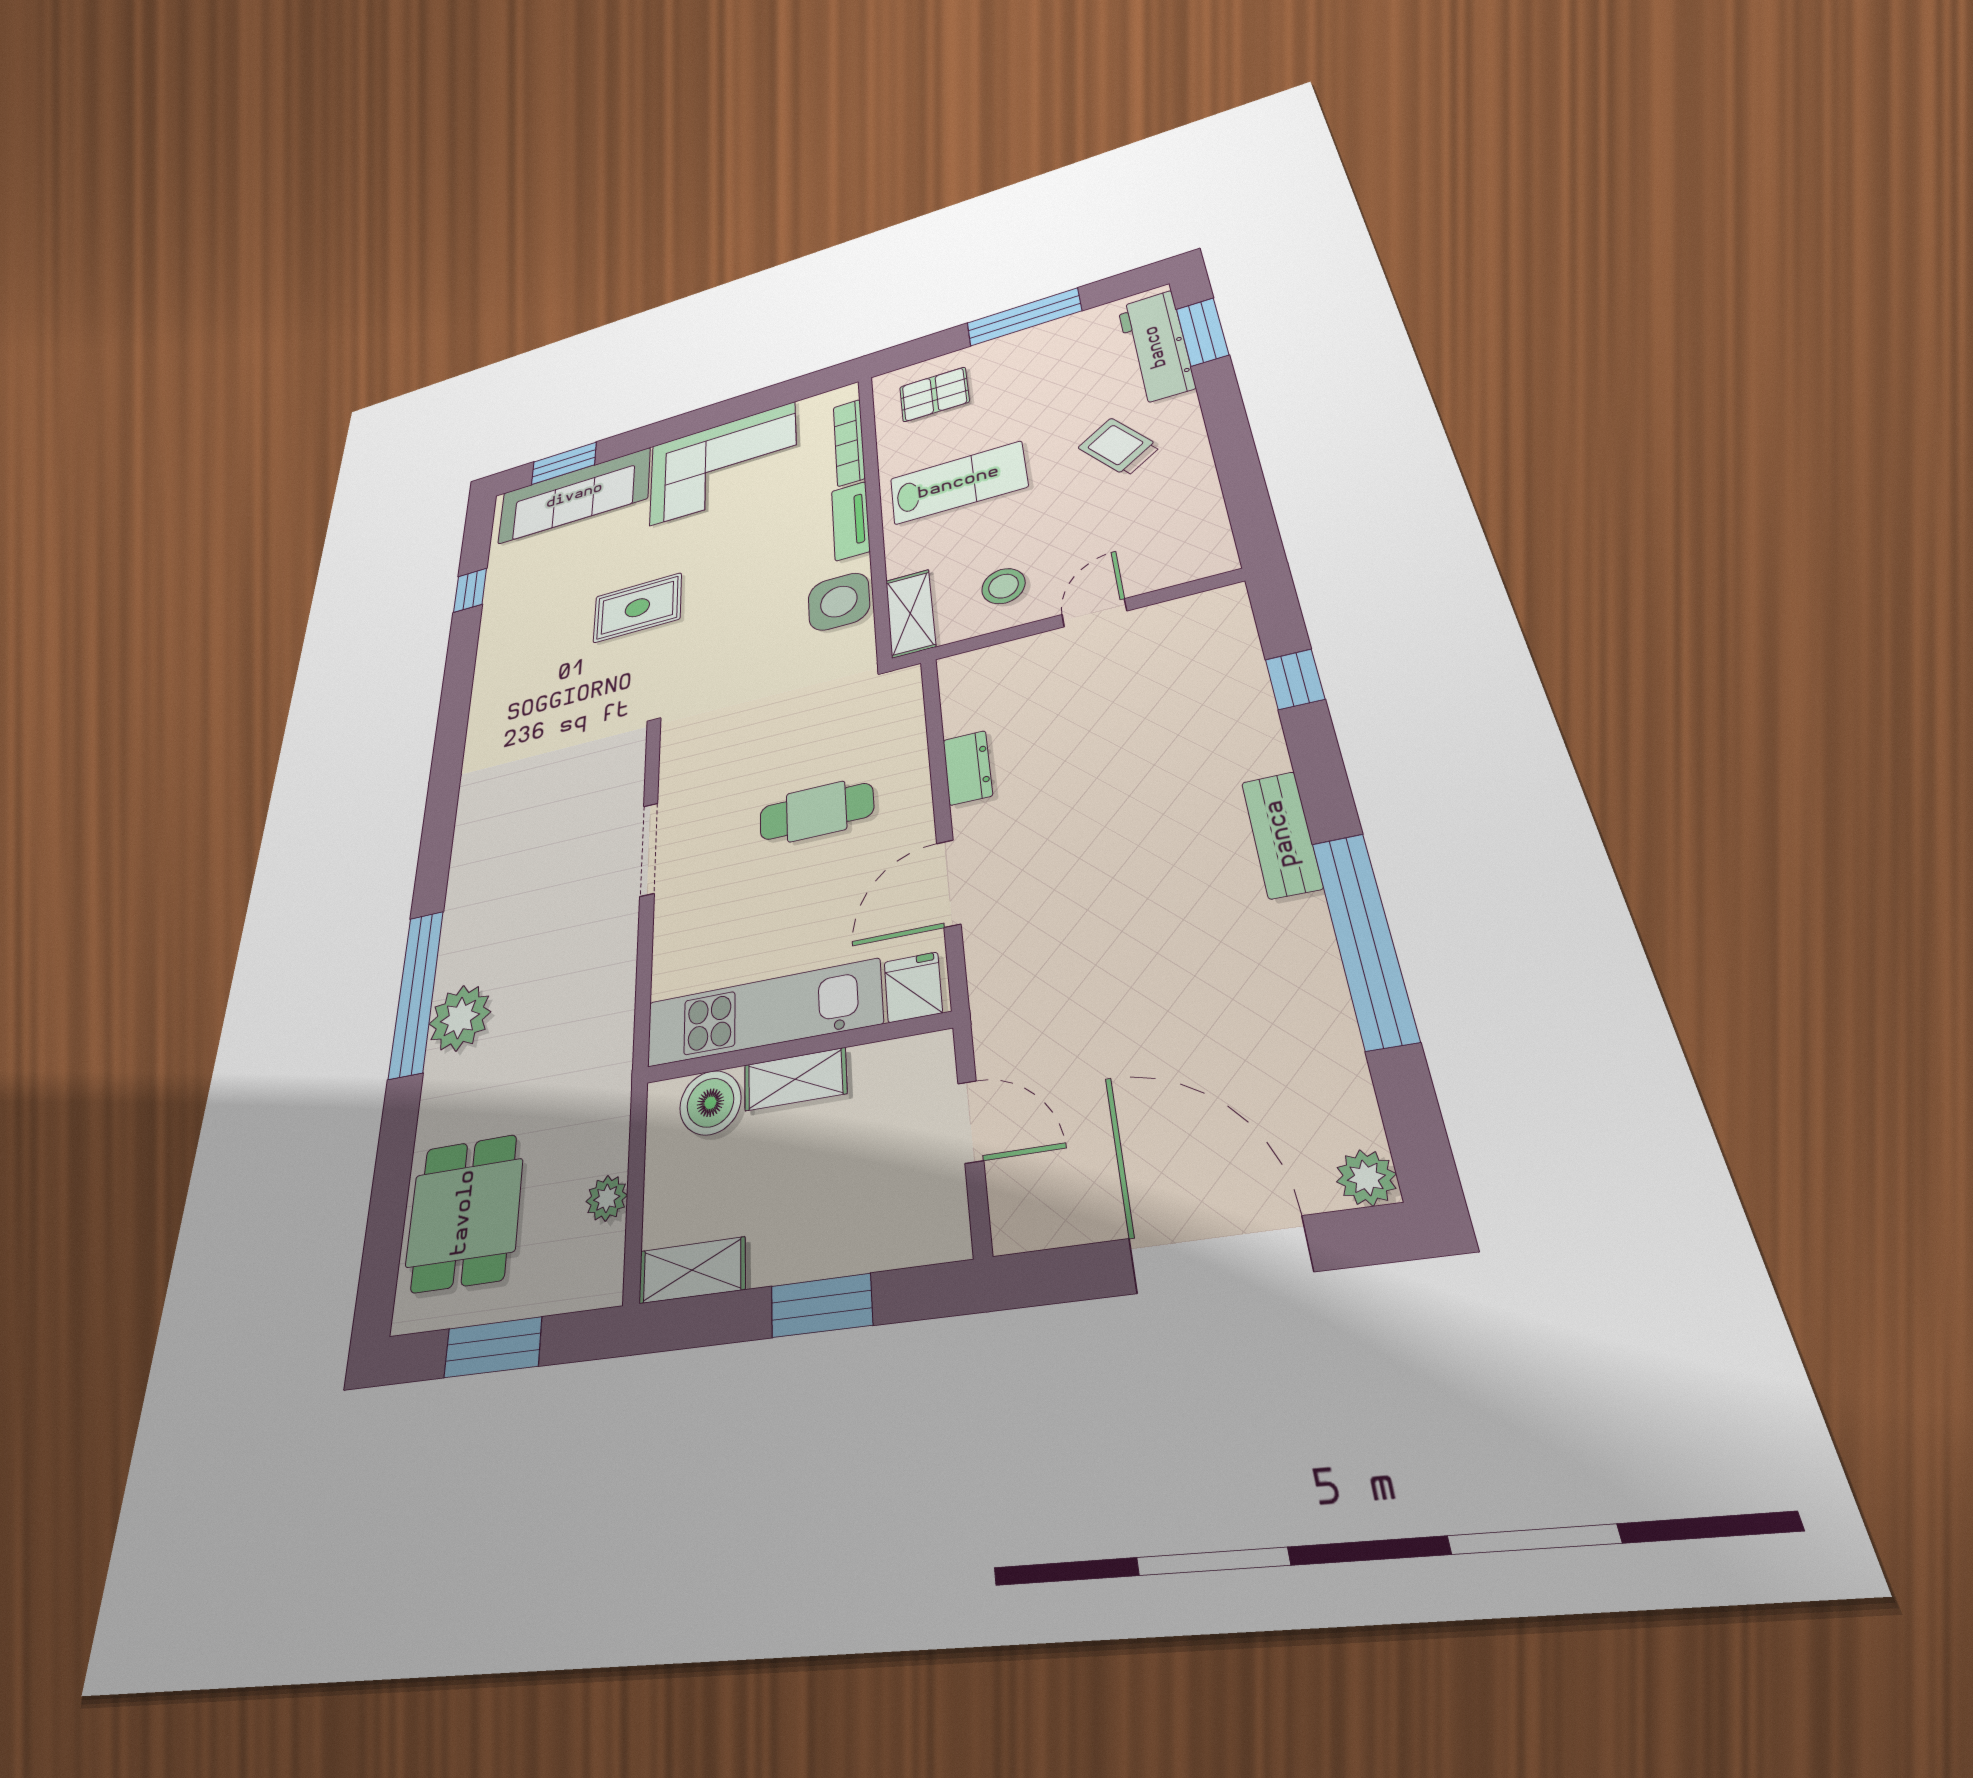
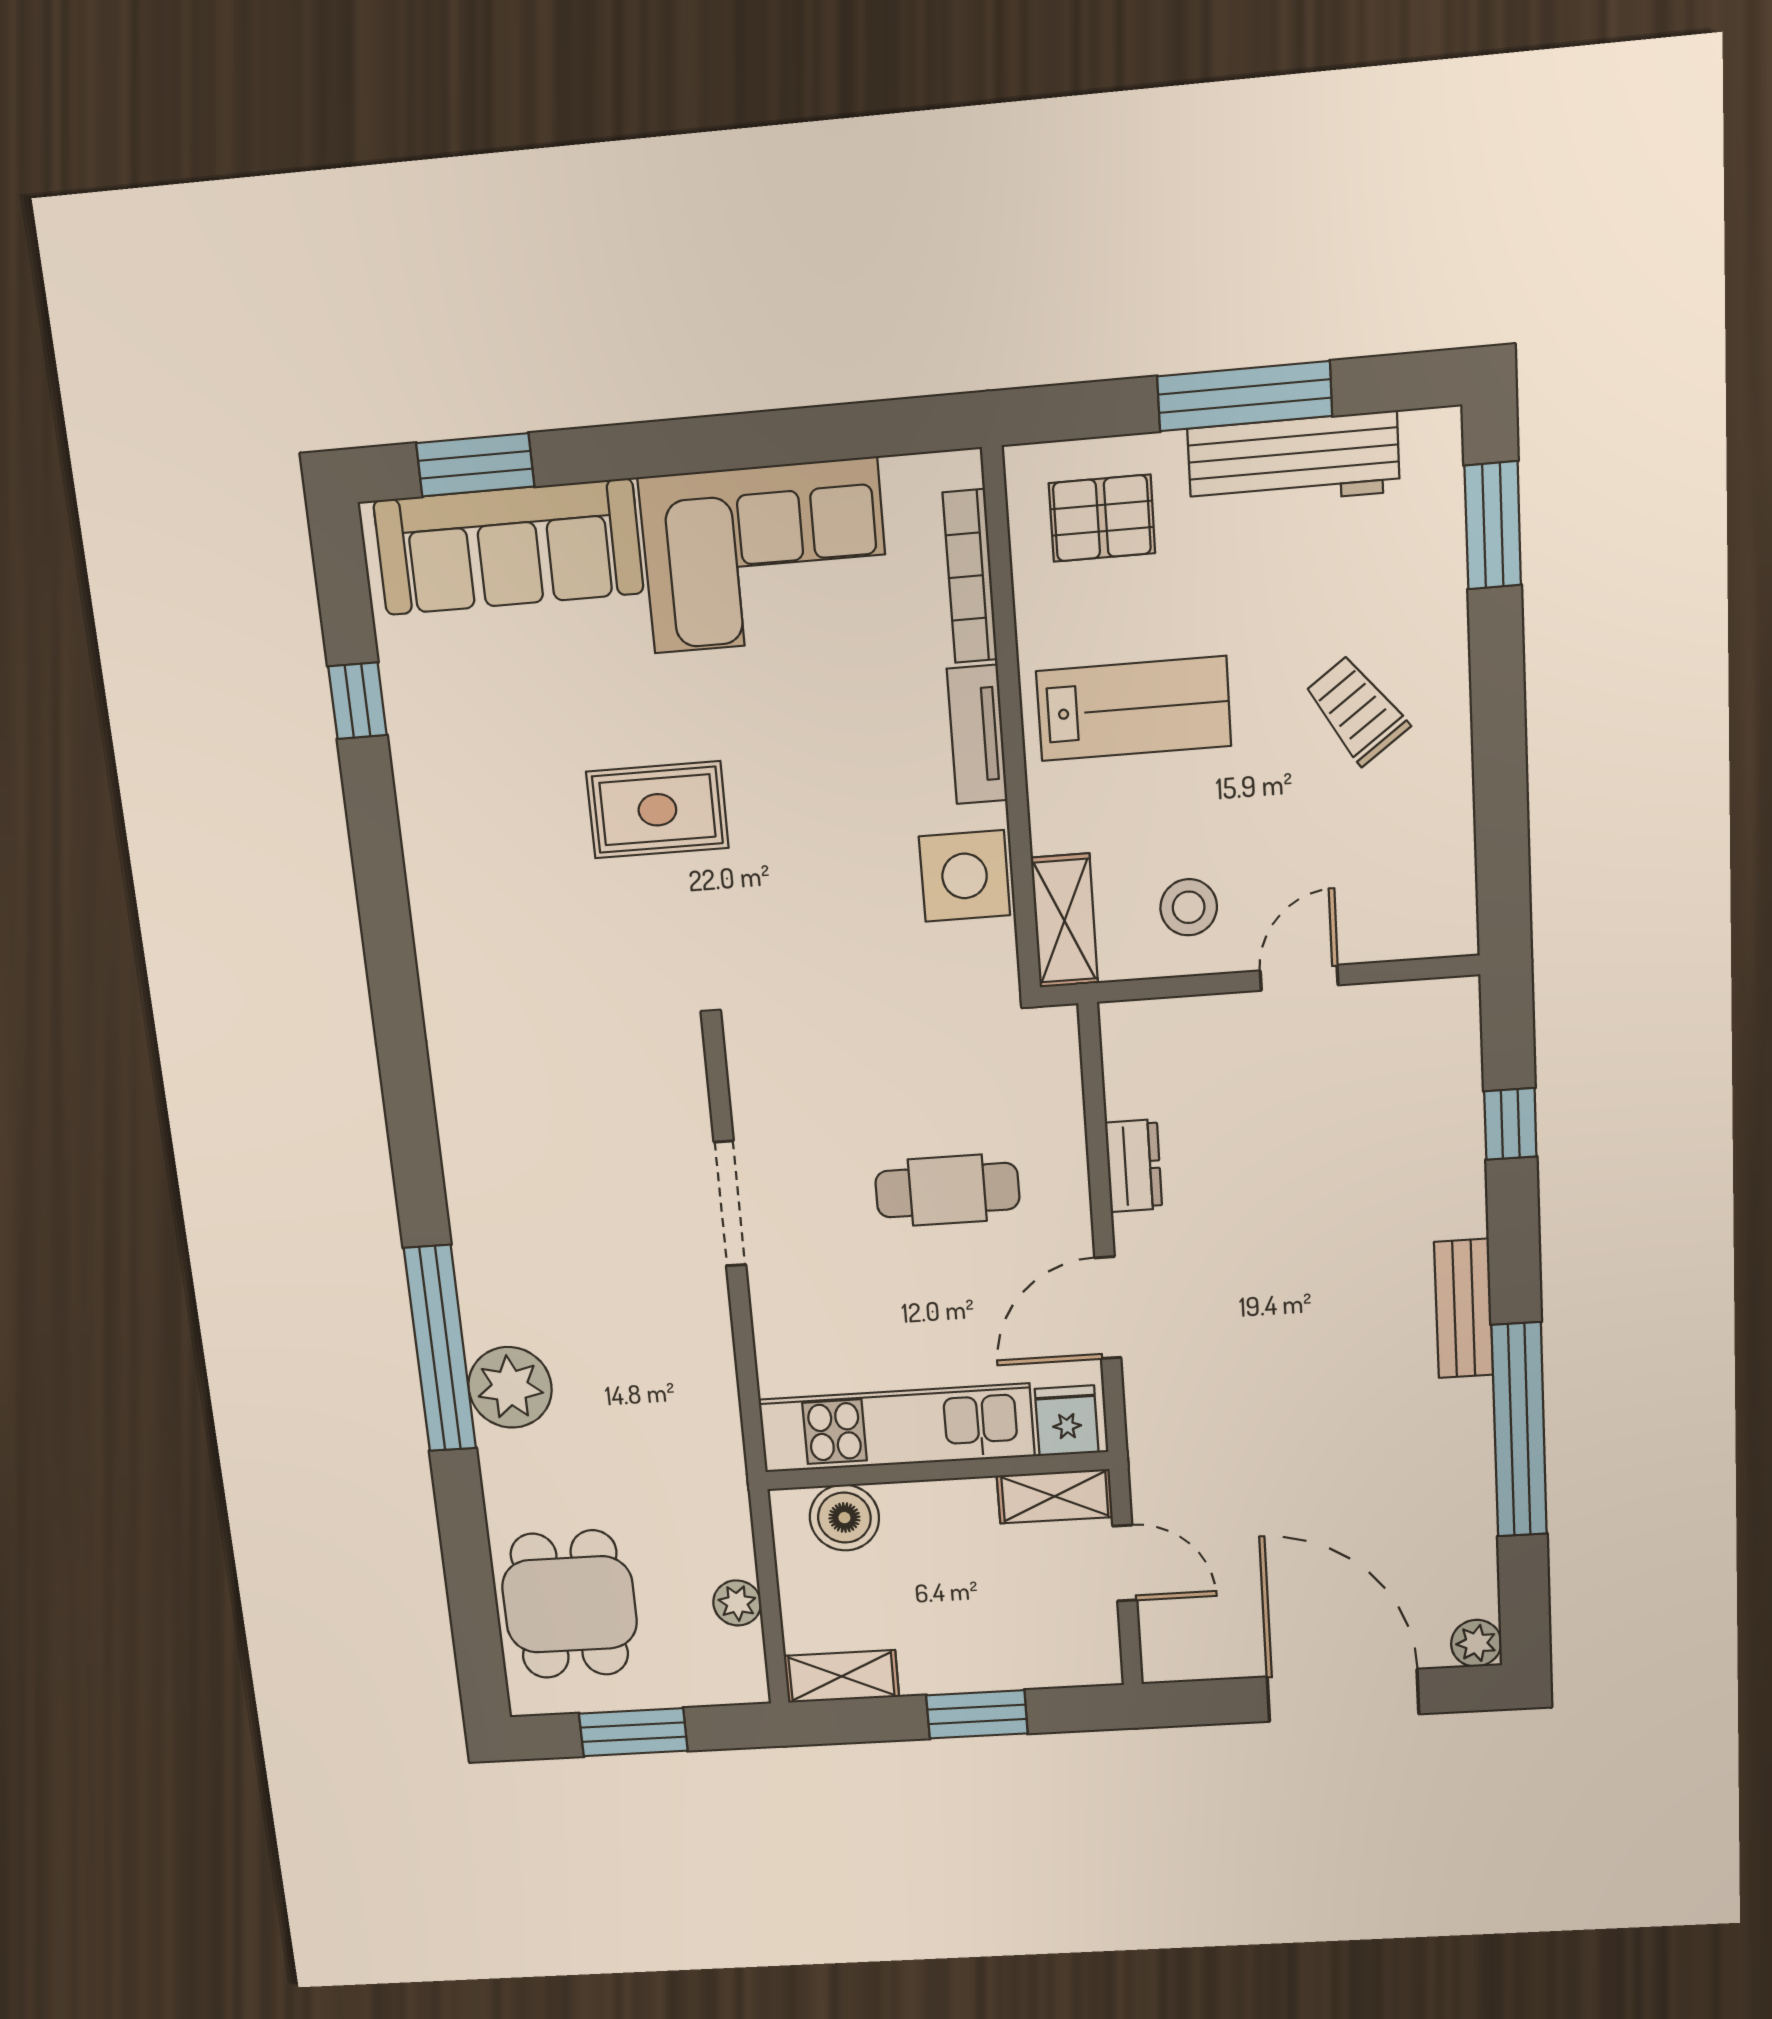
workbench: (1156, 347) -> (1294, 460), moved, turned -90
shelving: (795, 1079) -> (1055, 1496), moved

